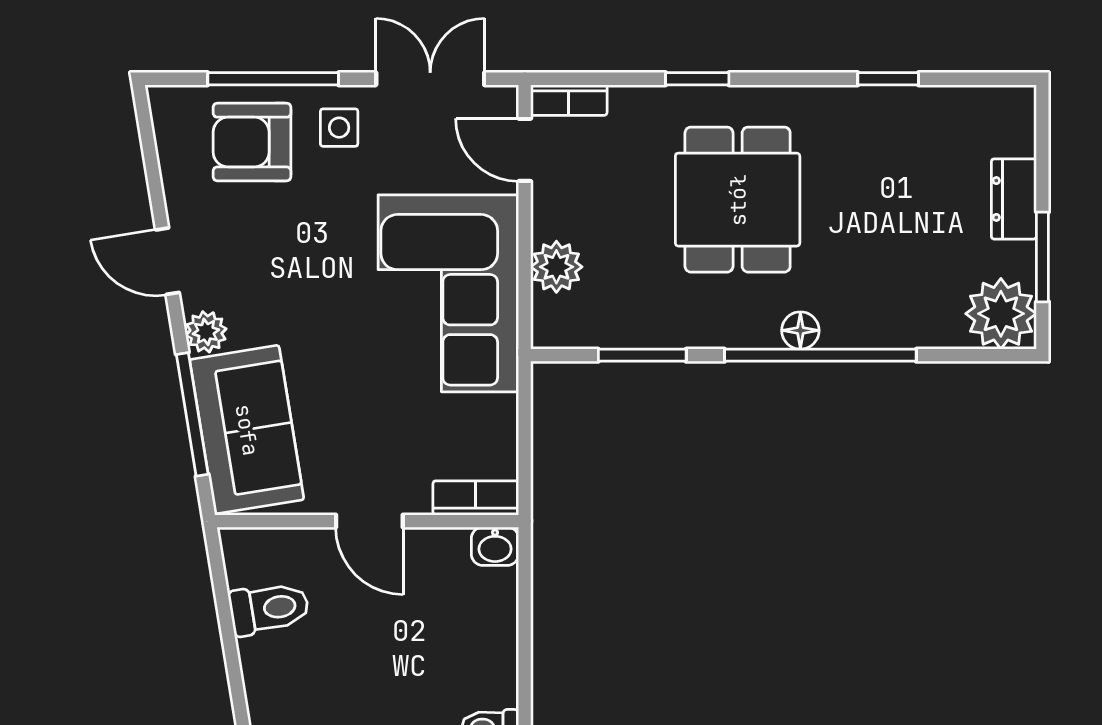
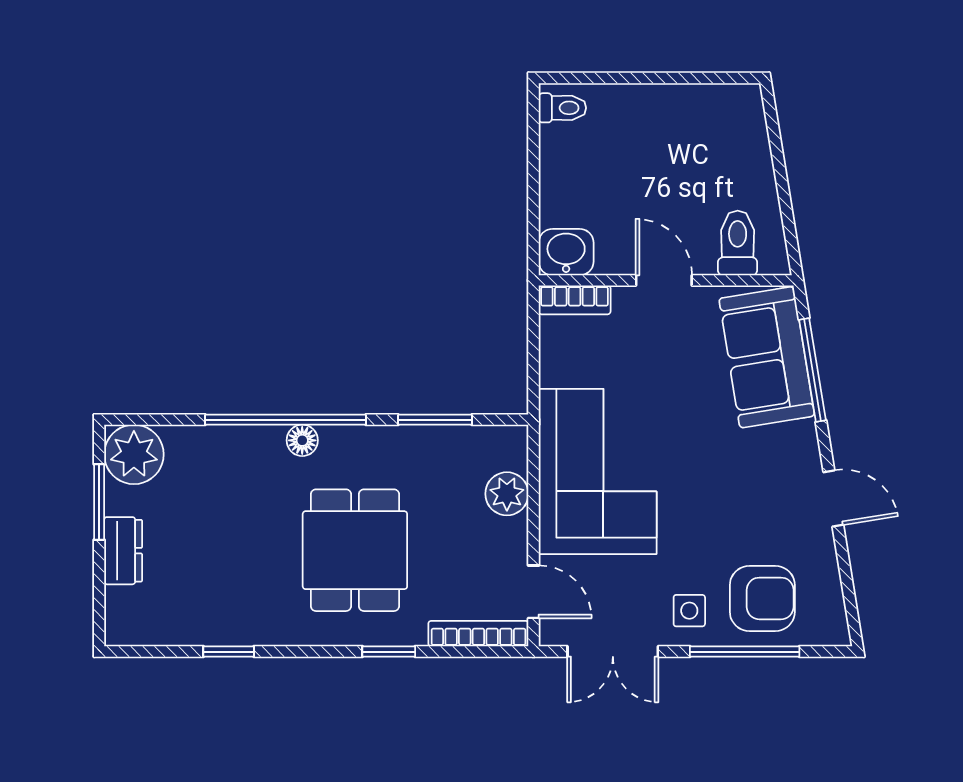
bookcase: (569, 100) -> (478, 634), width x1.56
plant: (206, 332) -> (801, 439), removed
washbasin: (495, 546) -> (566, 252), width x1.38, depth x1.45
toilet: (269, 608) -> (738, 243), moved, turned 99

